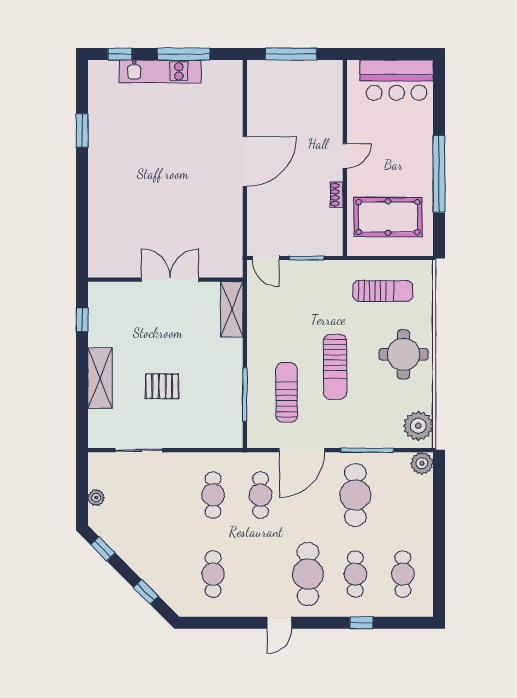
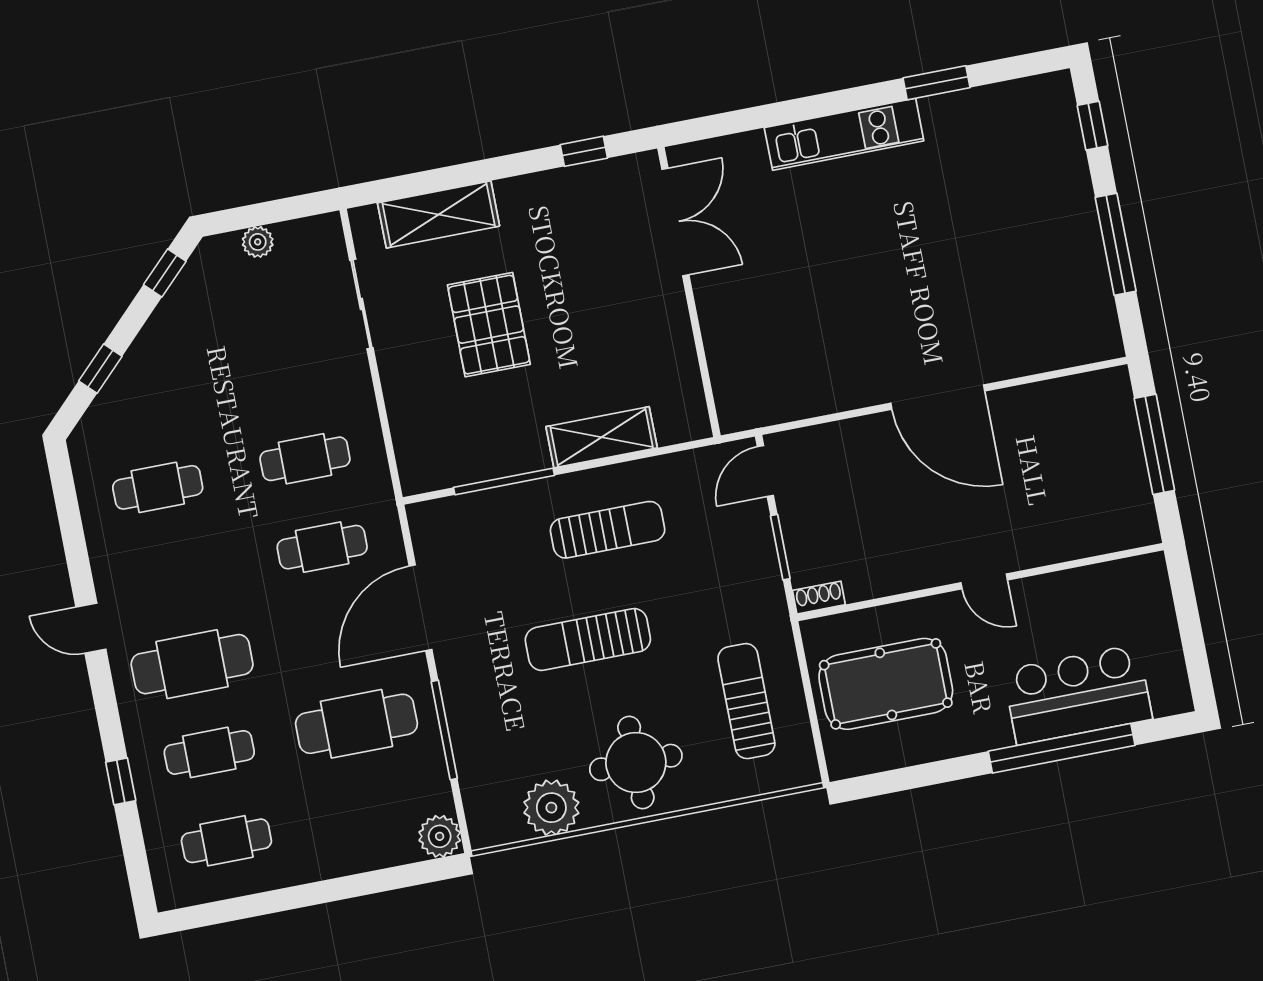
kitchen unit: (160, 71) -> (844, 134), moved, turned -90
bar counter: (397, 80) -> (1078, 695), moved, turned 90
window: (439, 174) -> (1062, 748), moved
shoe rack: (337, 195) -> (819, 598), moved
pool table: (388, 217) -> (886, 684), turned 90
double door: (170, 280) -> (675, 222), moved
sun lounger: (383, 291) -> (746, 701), turned 180
shelving: (232, 309) -> (602, 437), moved
shelving: (100, 378) -> (439, 214), moved
pallet: (162, 386) -> (489, 325), width x1.50, depth x1.42
sun lounger: (287, 393) -> (608, 530), moved
plant: (418, 426) -> (551, 808), moved
door: (302, 450) -> (421, 608), hinge flipped

